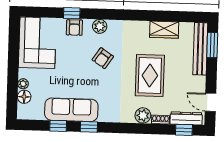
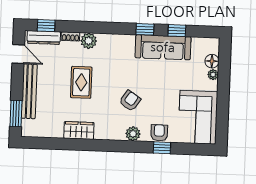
wardrobe: (164, 30) -> (79, 130), moved
bench: (200, 49) -> (29, 91), moved
rug: (150, 75) -> (81, 82), width x0.73, depth x0.70

